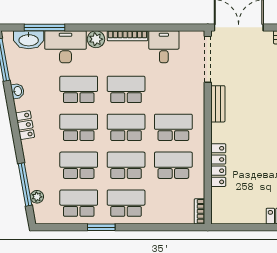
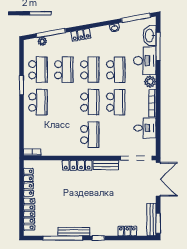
locker: (25, 125) -> (81, 35), moved
school desk: (126, 165) -> (64, 102), removed
school desk: (173, 165) -> (64, 135), removed
locker: (218, 165) -> (77, 165), moved
locker: (243, 217) -> (28, 182), added

